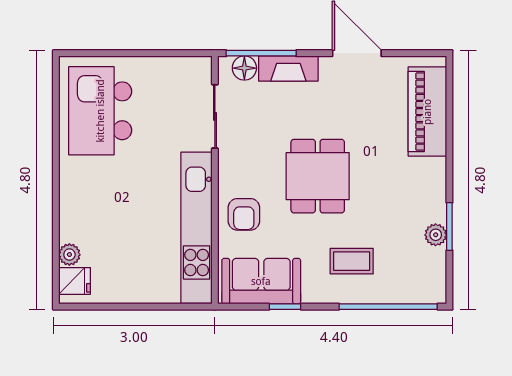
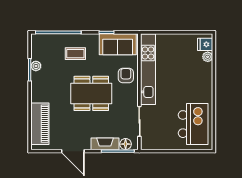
dining table: (318, 176) -> (91, 93), width x1.38

